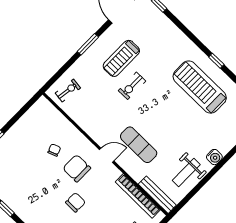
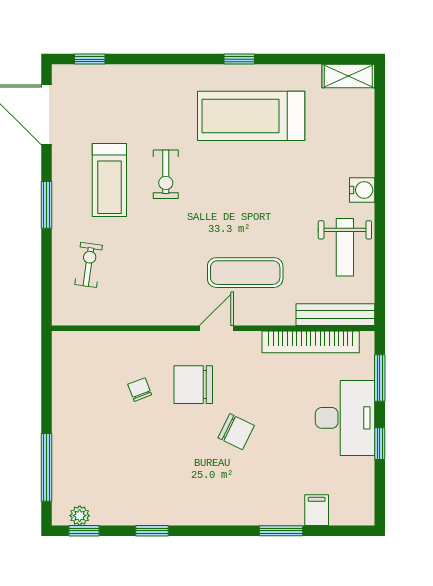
exercise bike: (132, 86) -> (166, 174), moved
exercise bike: (68, 91) -> (89, 265), moved
chair: (75, 202) -> (236, 432), turned 116

